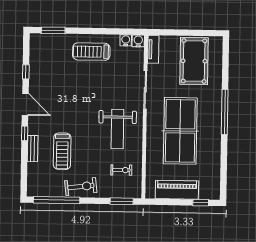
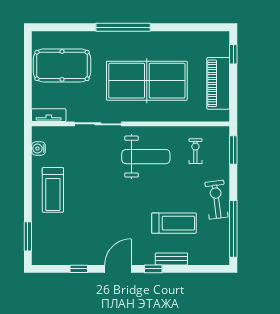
water cooler: (138, 41) -> (39, 133), removed

